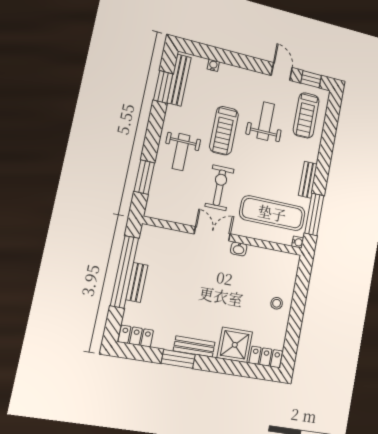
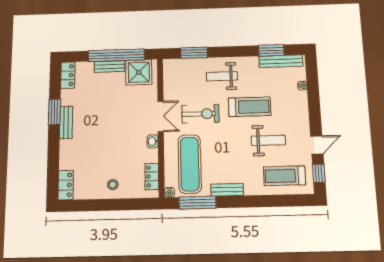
treadmill: (224, 131) -> (250, 107), turned 180
locker: (277, 258) -> (152, 176), added
shower: (235, 345) -> (139, 72), moved

